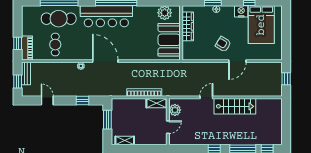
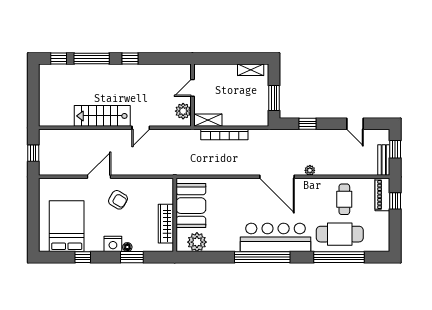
nightstand: (241, 11) -> (113, 244), moved

